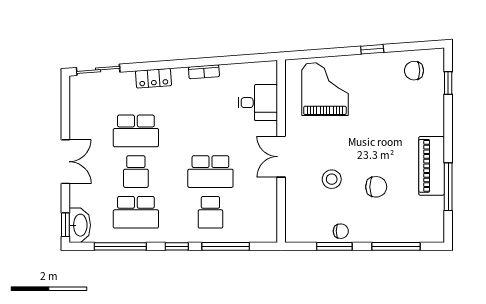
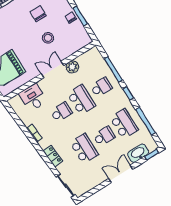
school desk: (210, 131) -> (61, 112), added
double door: (281, 157) -> (52, 70), swing flipped
plant: (267, 188) -> (72, 67), added
washbasin: (80, 225) -> (138, 153), moved

